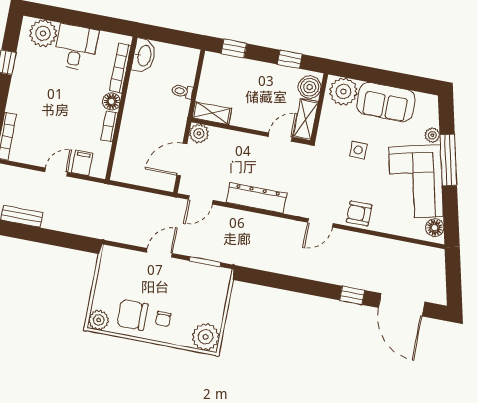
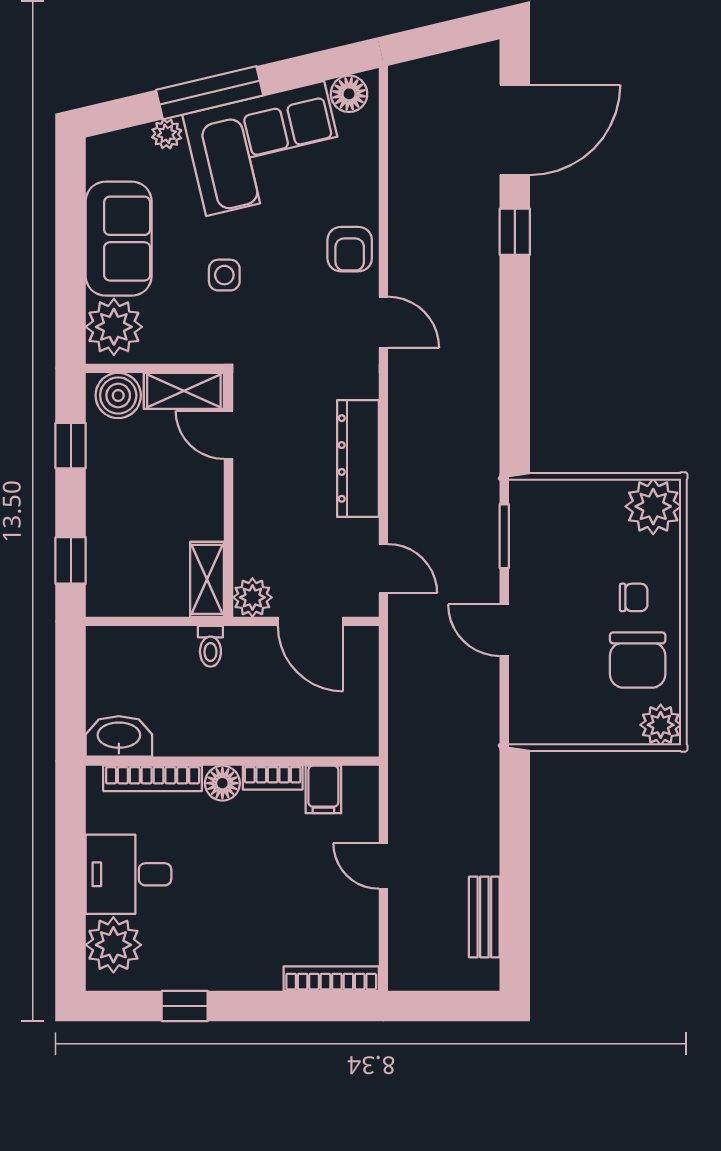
toilet: (182, 91) -> (210, 646), moved
filing cabinet: (82, 163) -> (323, 789), moved, turned -90

